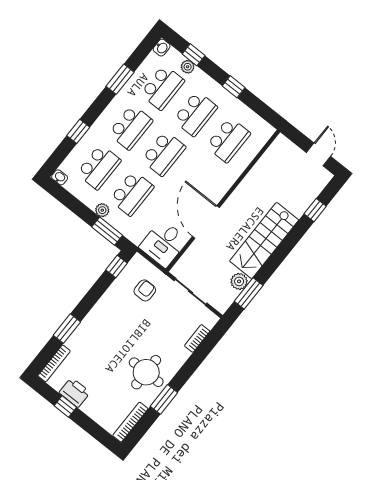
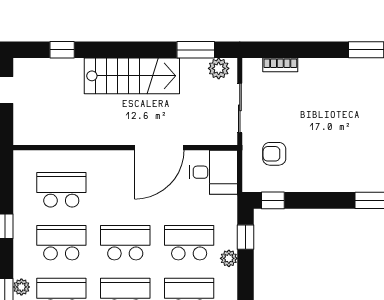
window: (107, 231) -> (246, 237), width x0.67
plant: (239, 281) -> (219, 68), moved
round table: (146, 372) -> (353, 89), removed

